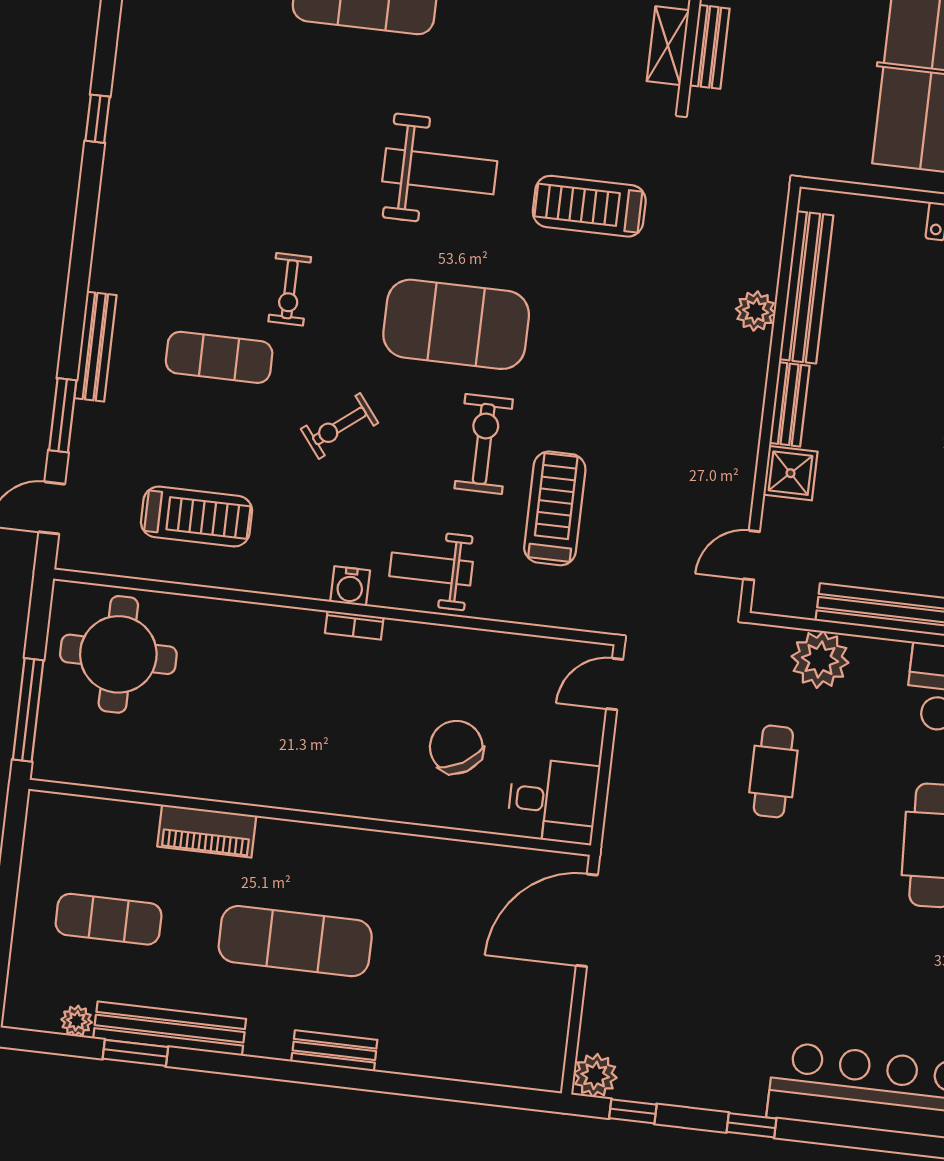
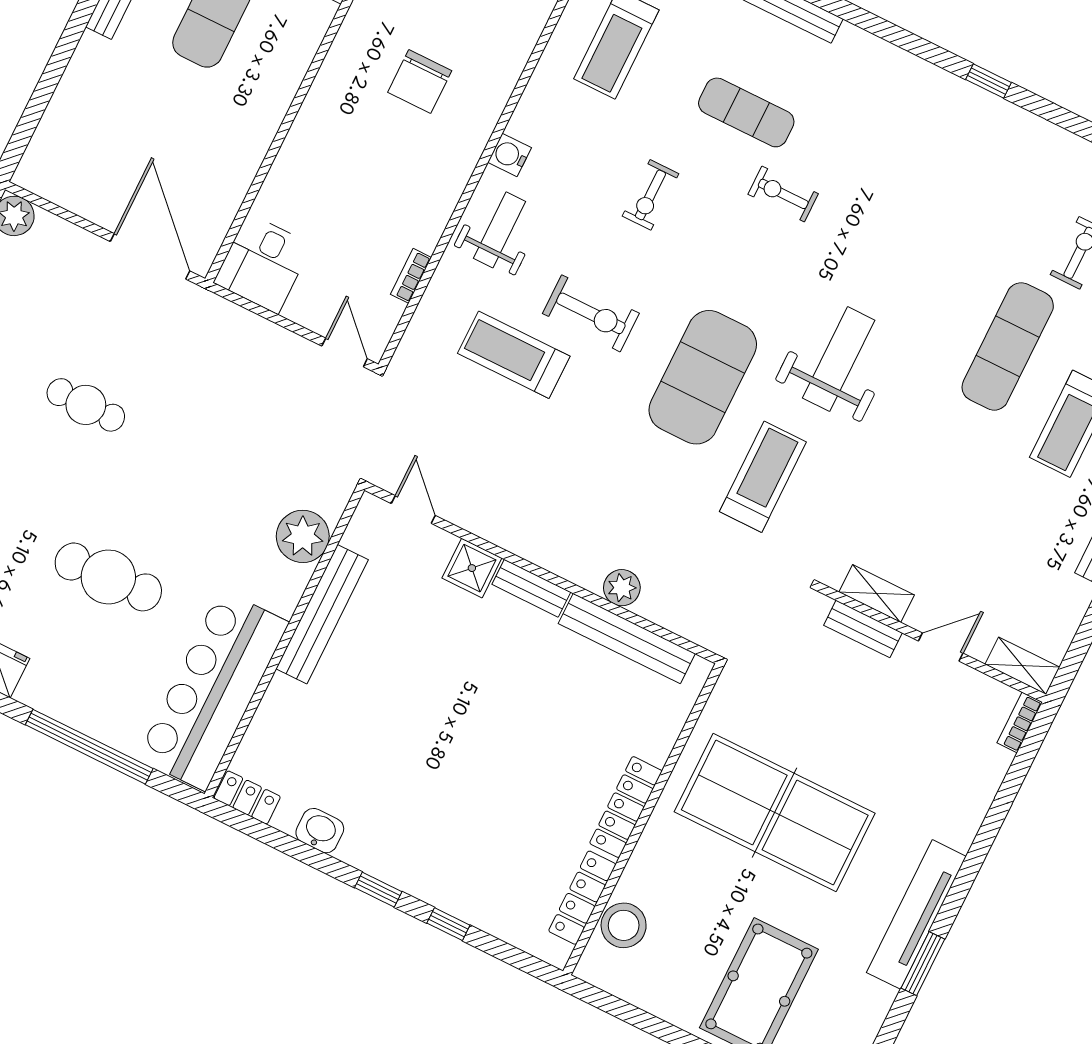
weight bench: (440, 171) -> (839, 359), turned 180
exercise mat: (456, 324) -> (703, 377), moved
exercise mat: (219, 357) -> (746, 112), turned 90
exercise bike: (339, 426) -> (650, 195), turned -142
treadmill: (555, 508) -> (514, 355), turned 180
bookcase: (354, 625) -> (411, 276), moved
chair: (456, 747) -> (420, 81), moved, turned 121
cafe table: (773, 771) -> (86, 405), moved

